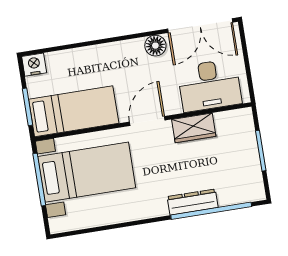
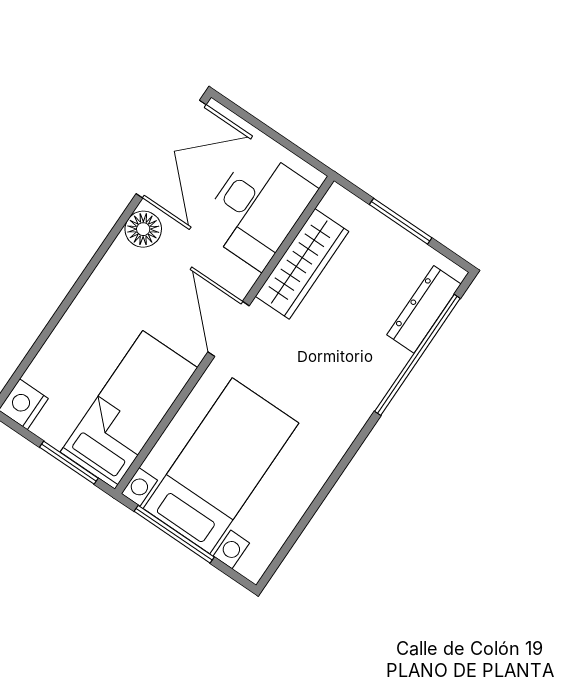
wardrobe: (194, 128) -> (302, 264), width x1.50
dresser: (193, 202) -> (424, 309), moved

